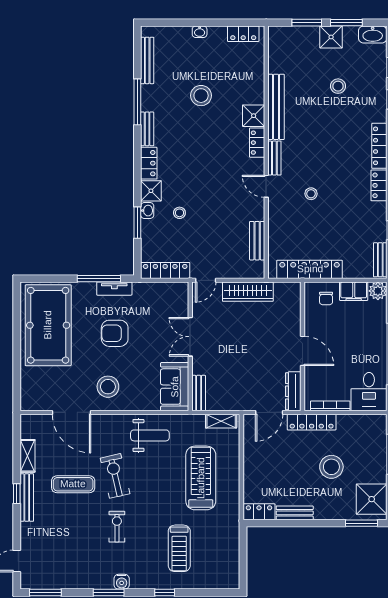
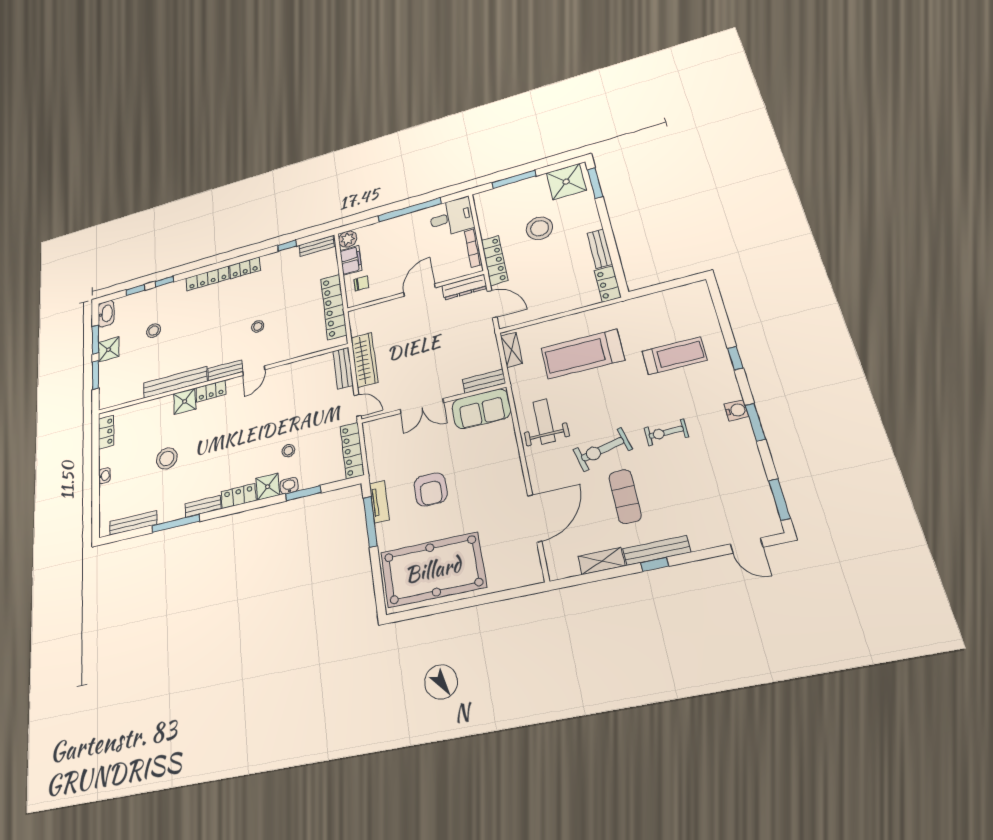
bench: (257, 241) -> (343, 368), moved, turned 90
stool: (108, 387) -> (495, 483), removed

